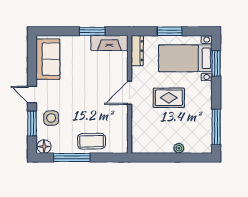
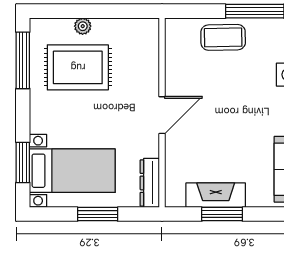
fireplace: (109, 43) -> (216, 195), moved
rug: (169, 98) -> (78, 67), moved, width x1.36, depth x1.43

